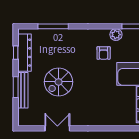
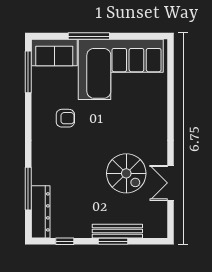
plant: (116, 35) -> (40, 101), removed
dresser: (24, 53) -> (41, 212), moved, turned 90
spiral stairs: (59, 82) -> (126, 173), moved

